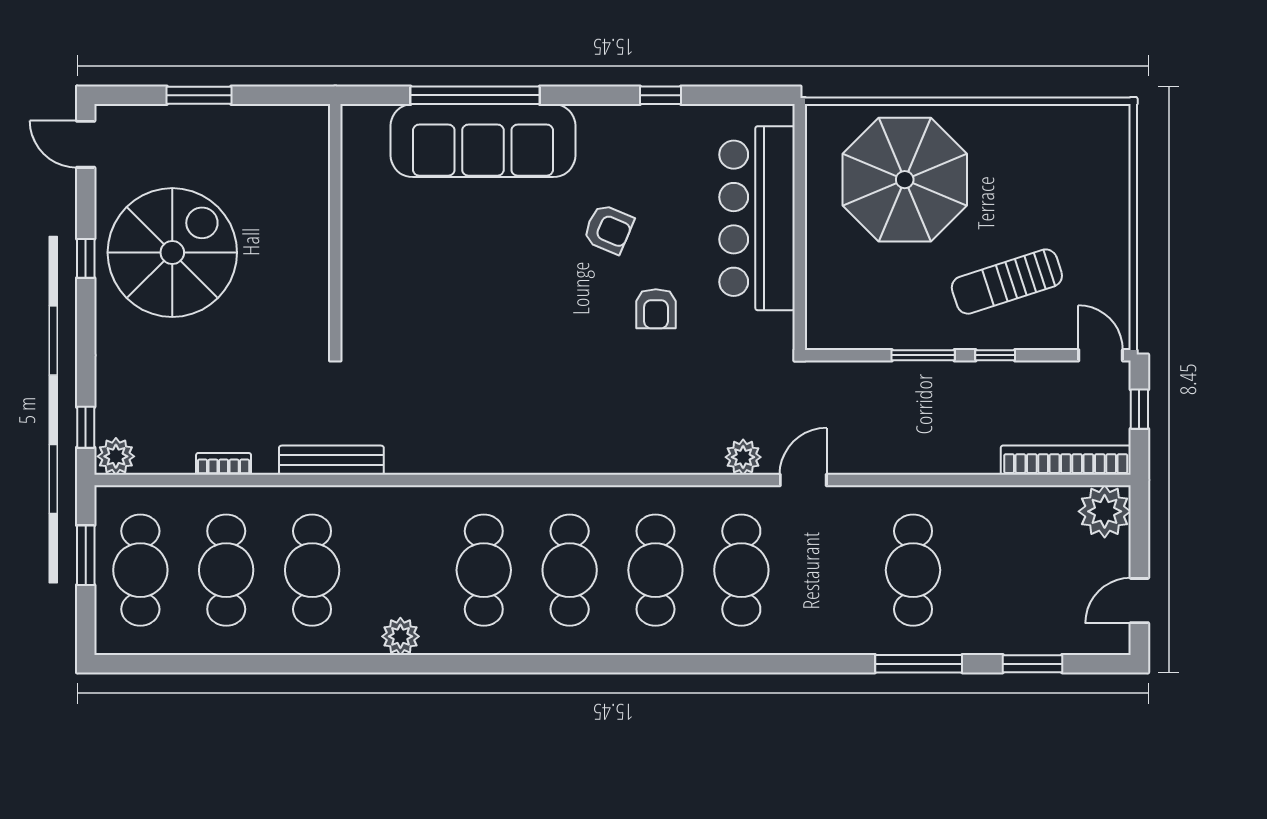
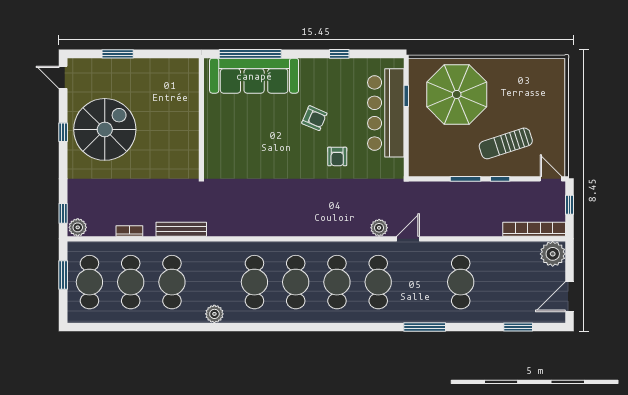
window: (800, 183) -> (406, 96), added
wall: (335, 227) -> (201, 117), moved
door: (1139, 601) -> (569, 297), width x1.38
window: (919, 664) -> (425, 327), moved

